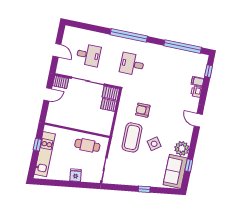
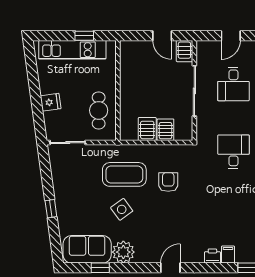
server rack: (111, 93) -> (147, 129), moved

